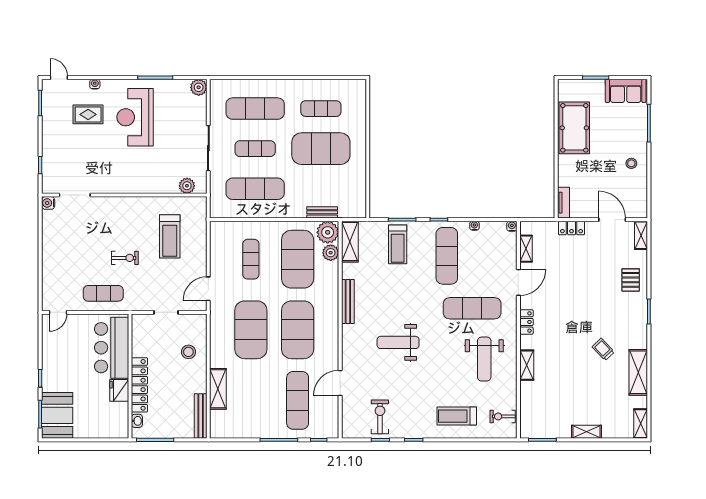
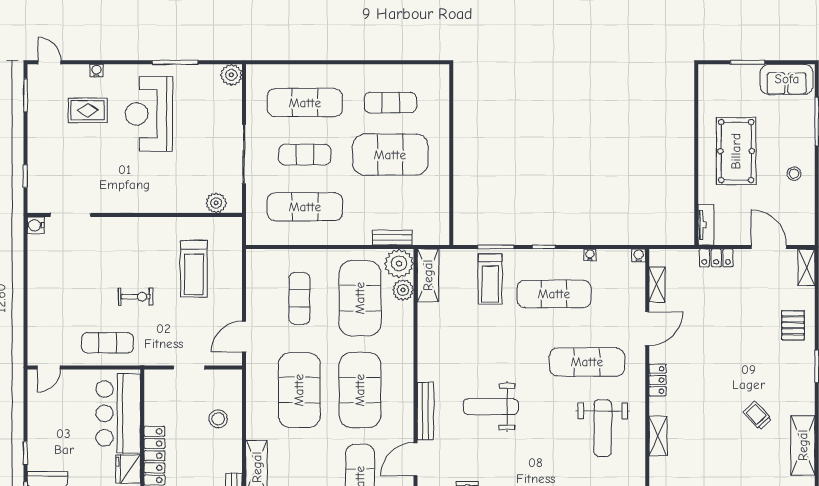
pool table: (574, 128) -> (736, 151), moved
exercise mat: (447, 256) -> (554, 294), turned 90
bench: (348, 302) -> (425, 411), moved

